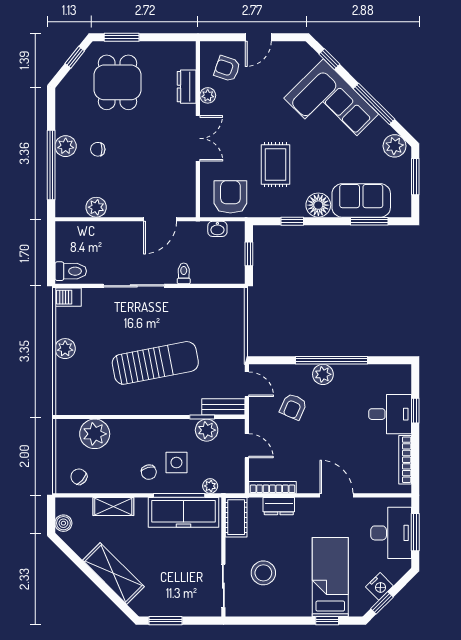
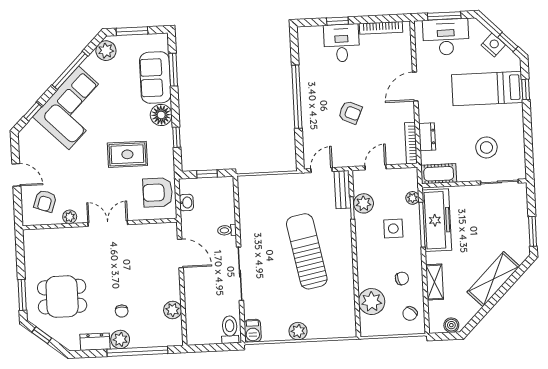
dresser: (187, 87) -> (95, 342), moved, turned 180
plant: (323, 374) -> (310, 104), removed
armchair: (293, 407) -> (350, 112), moved
chair: (149, 472) -> (402, 278), moved

